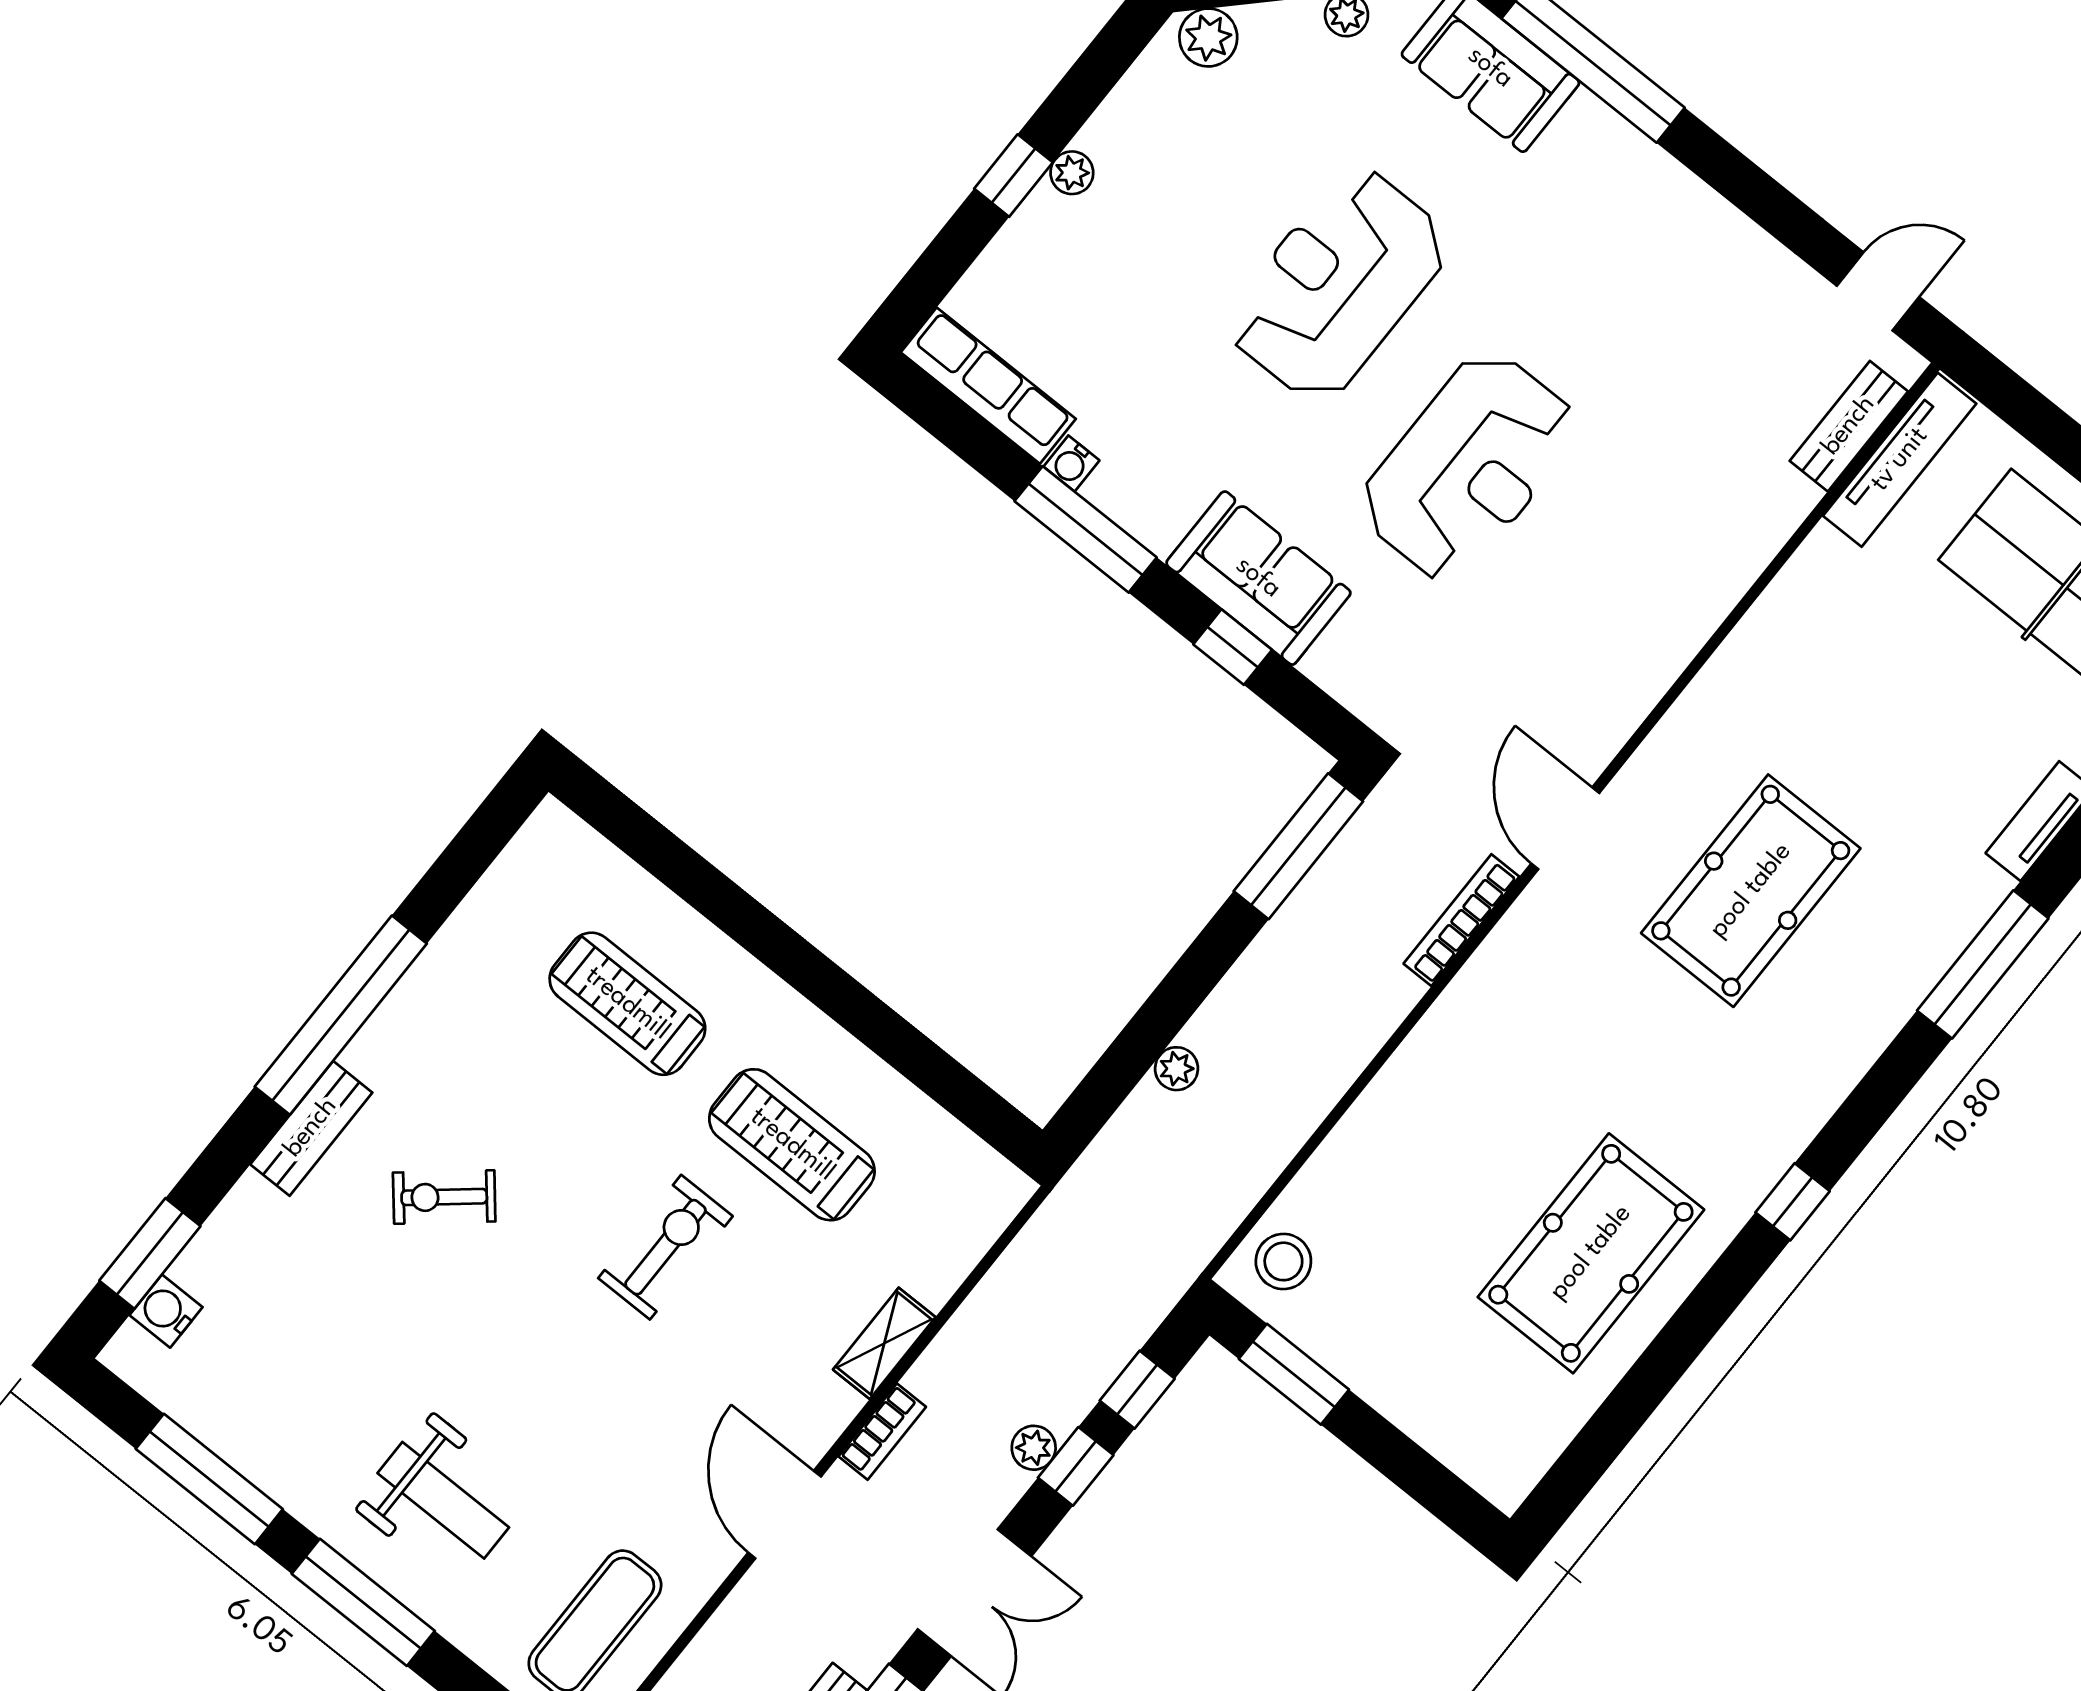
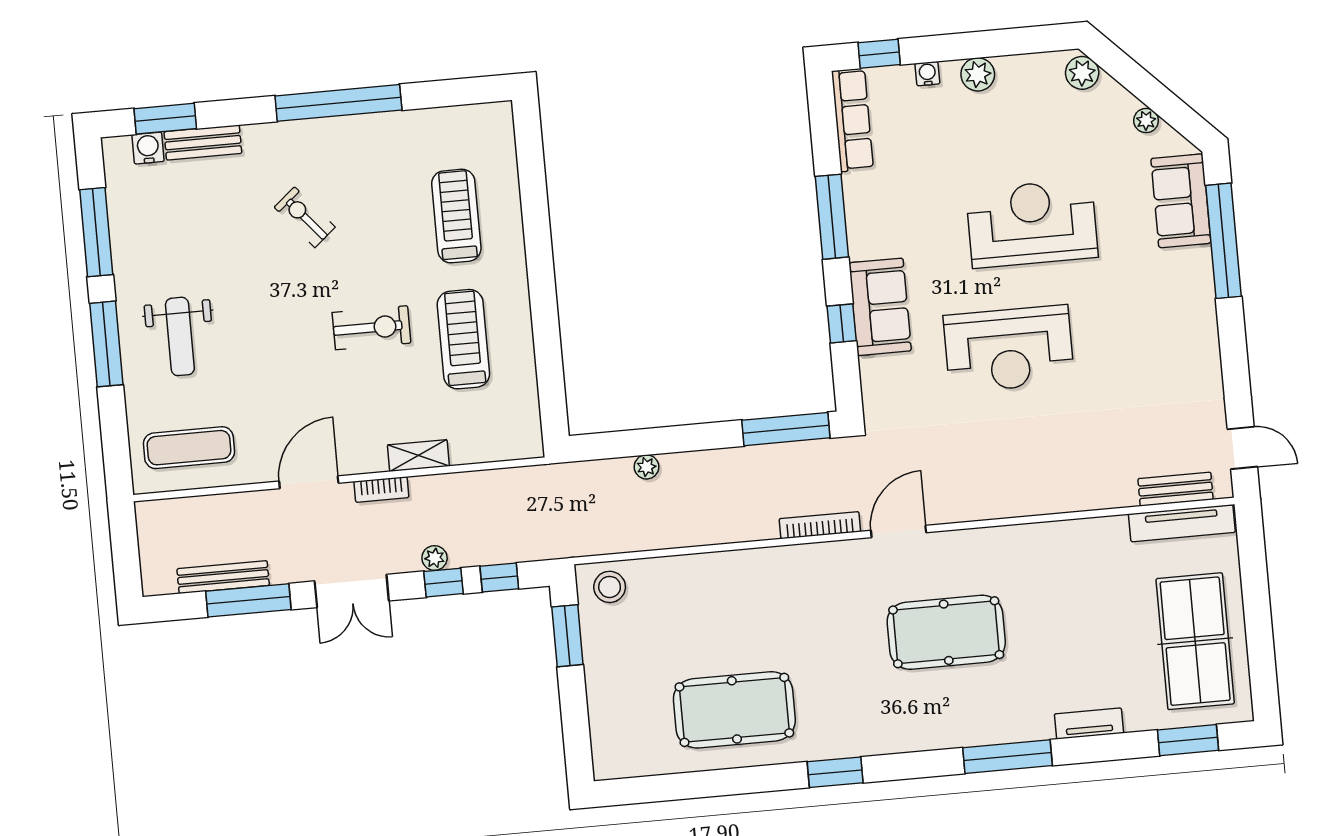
plant: (1072, 173) -> (978, 74), width x1.38, depth x1.38
window: (1013, 176) -> (879, 54), moved
water cooler: (1071, 464) -> (927, 74), moved, turned 90
bench: (311, 1128) -> (203, 143), moved
window: (1793, 1202) -> (835, 772), width x1.50

